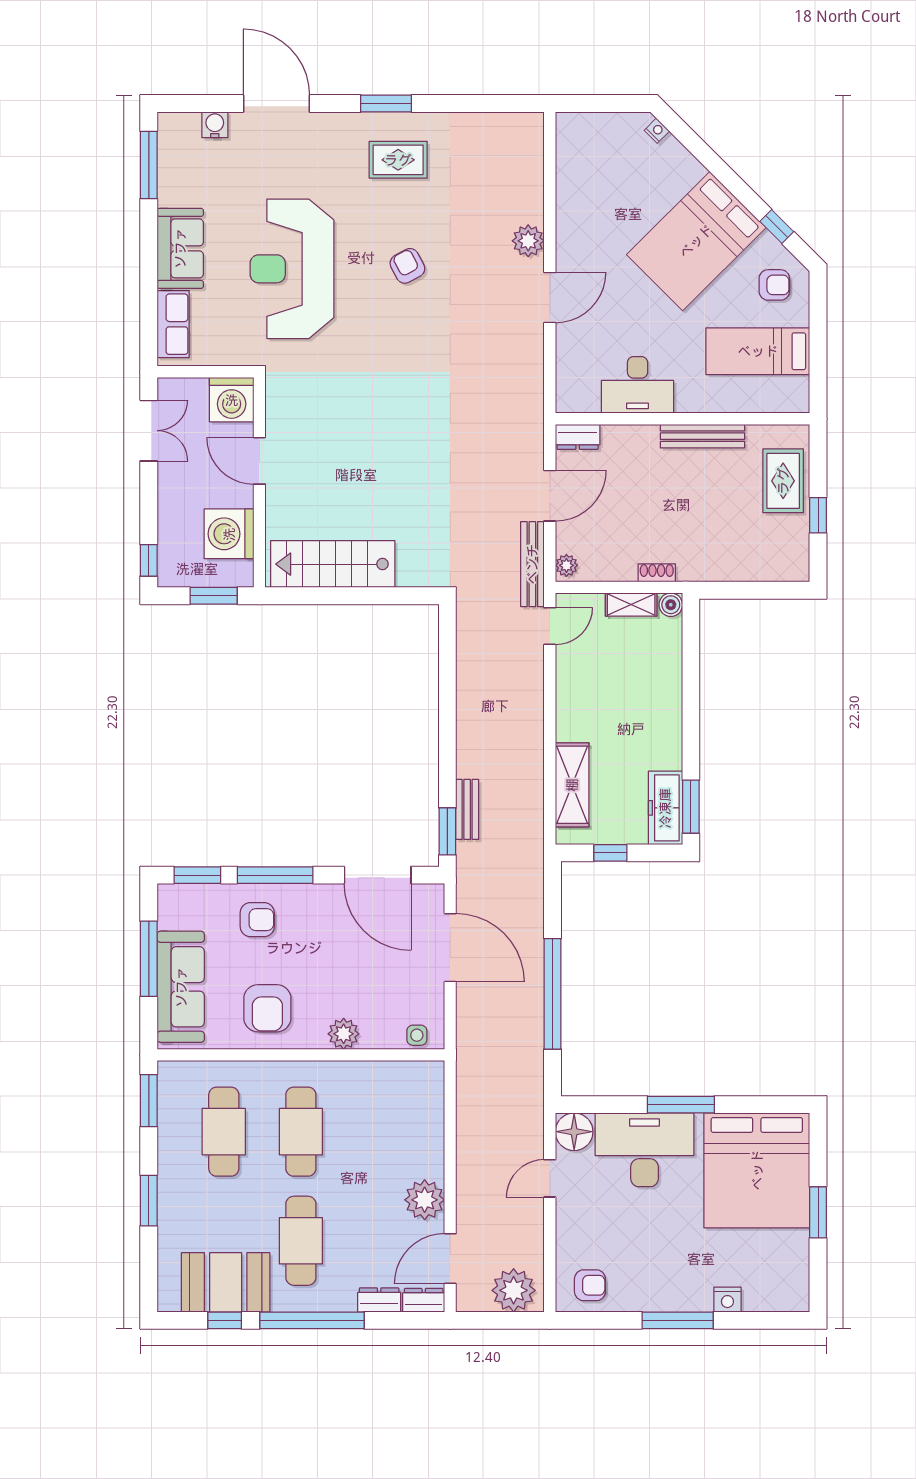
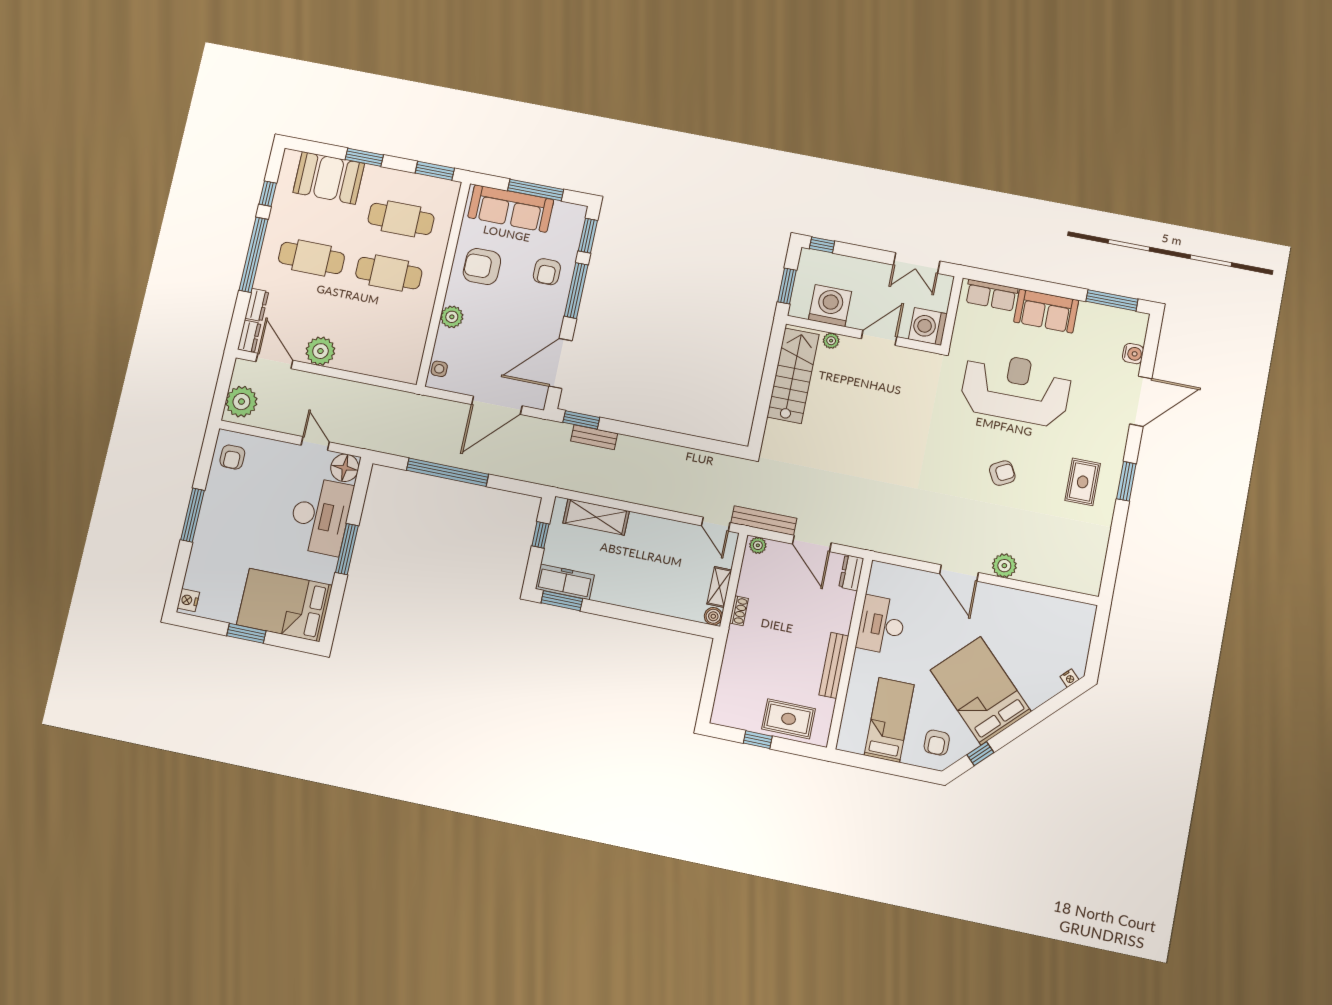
plant: (276, 523) -> (831, 341), added
bed: (757, 1170) -> (284, 605), width x0.73
booth: (226, 1282) -> (329, 178), moved, turned 90
nightstand: (727, 1300) -> (188, 600), moved

